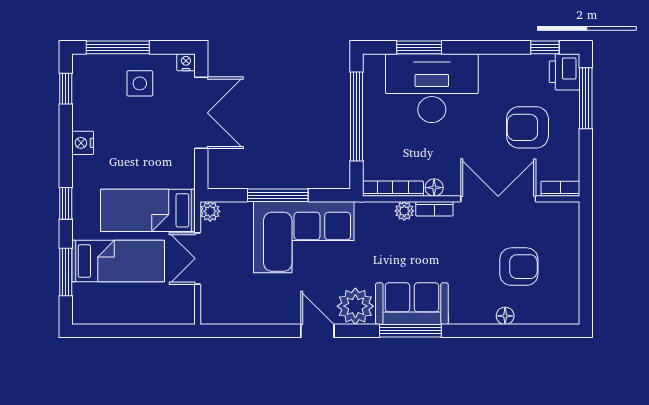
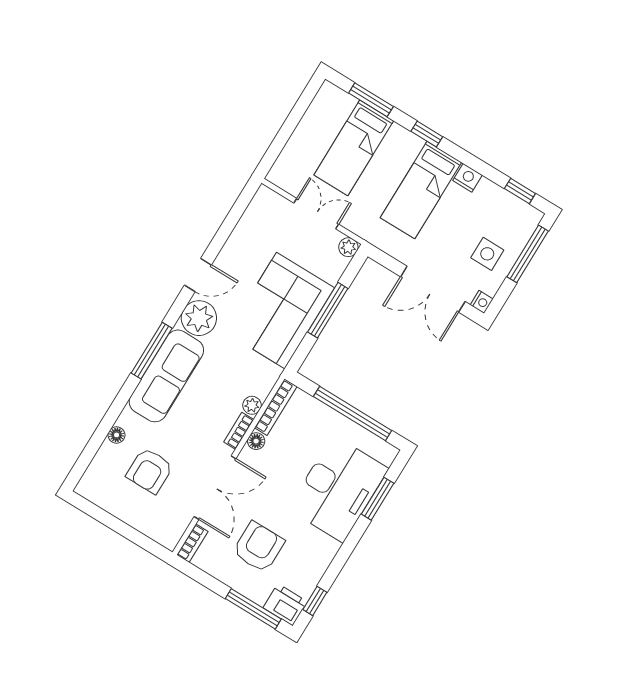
bed: (148, 210) -> (421, 190), moved, turned 180
sofa: (412, 304) -> (166, 376), width x1.36

